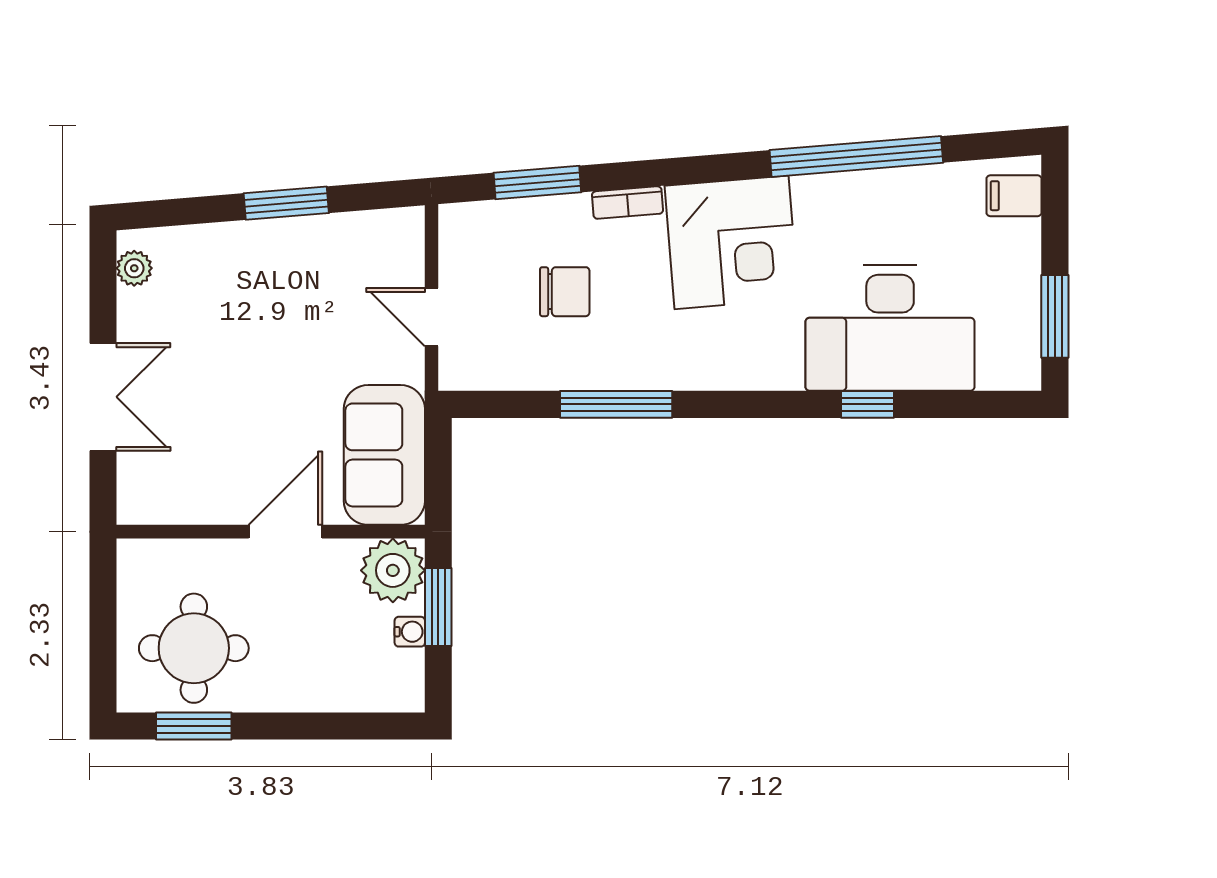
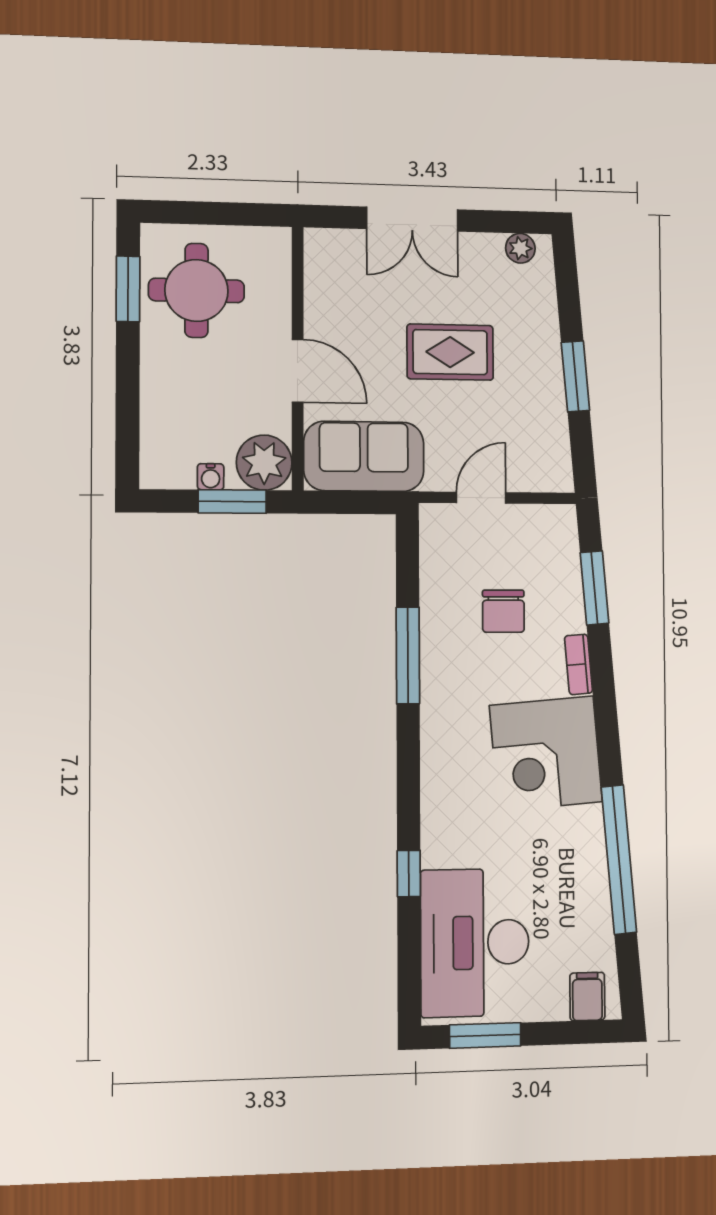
desk: (890, 328) -> (475, 943), moved
rug: (260, 353) -> (450, 352), added

